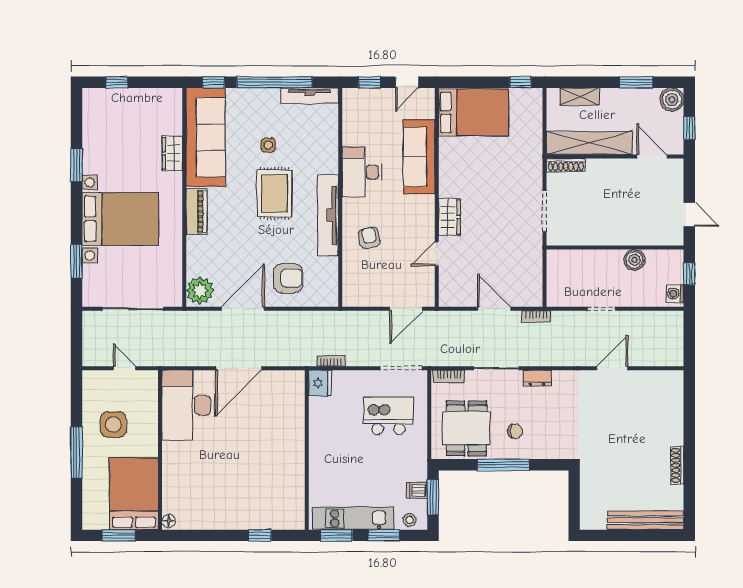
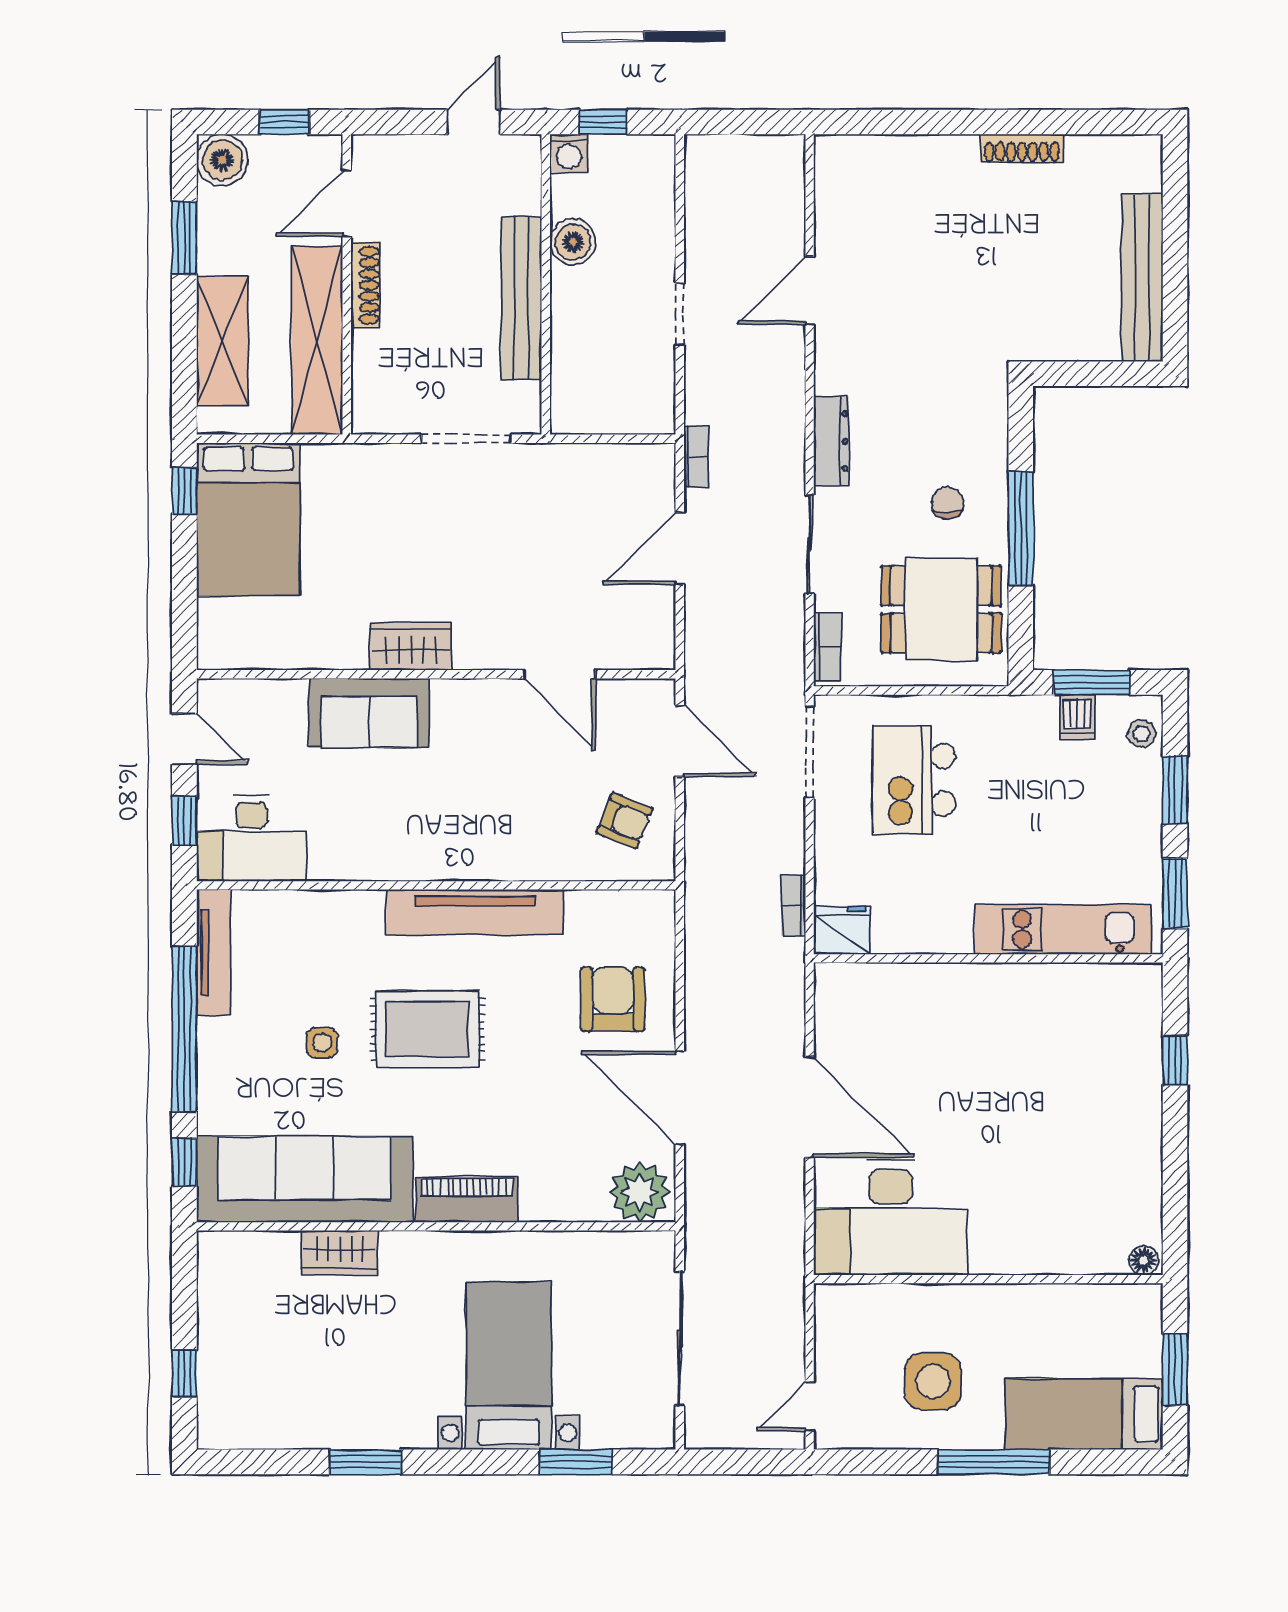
shelving: (579, 97) -> (222, 341), width x1.50, depth x1.33
bed: (473, 112) -> (248, 519), moved, turned 180
sofa: (419, 157) -> (369, 713), width x0.73
shoe rack: (566, 165) -> (365, 285), moved
desk: (362, 172) -> (251, 838), moved
wardrobe: (449, 217) -> (411, 646), moved
bed with nightstands: (120, 219) -> (509, 1366), width x0.73
bench: (609, 236) -> (521, 298), added
armchair: (369, 238) -> (625, 821), moved, turned -147
door: (437, 254) -> (560, 674), width x1.38
washing machine: (675, 294) -> (569, 153), moved
door: (124, 368) -> (810, 1406), moved
door: (612, 368) -> (810, 290), hinge flipped
dresser: (537, 378) -> (831, 441), width x1.44
bed: (134, 494) -> (1084, 1414), moved, width x0.67
kitchen unit: (353, 518) -> (1063, 929), moved, turned 90
bench: (645, 520) -> (1142, 278), moved

